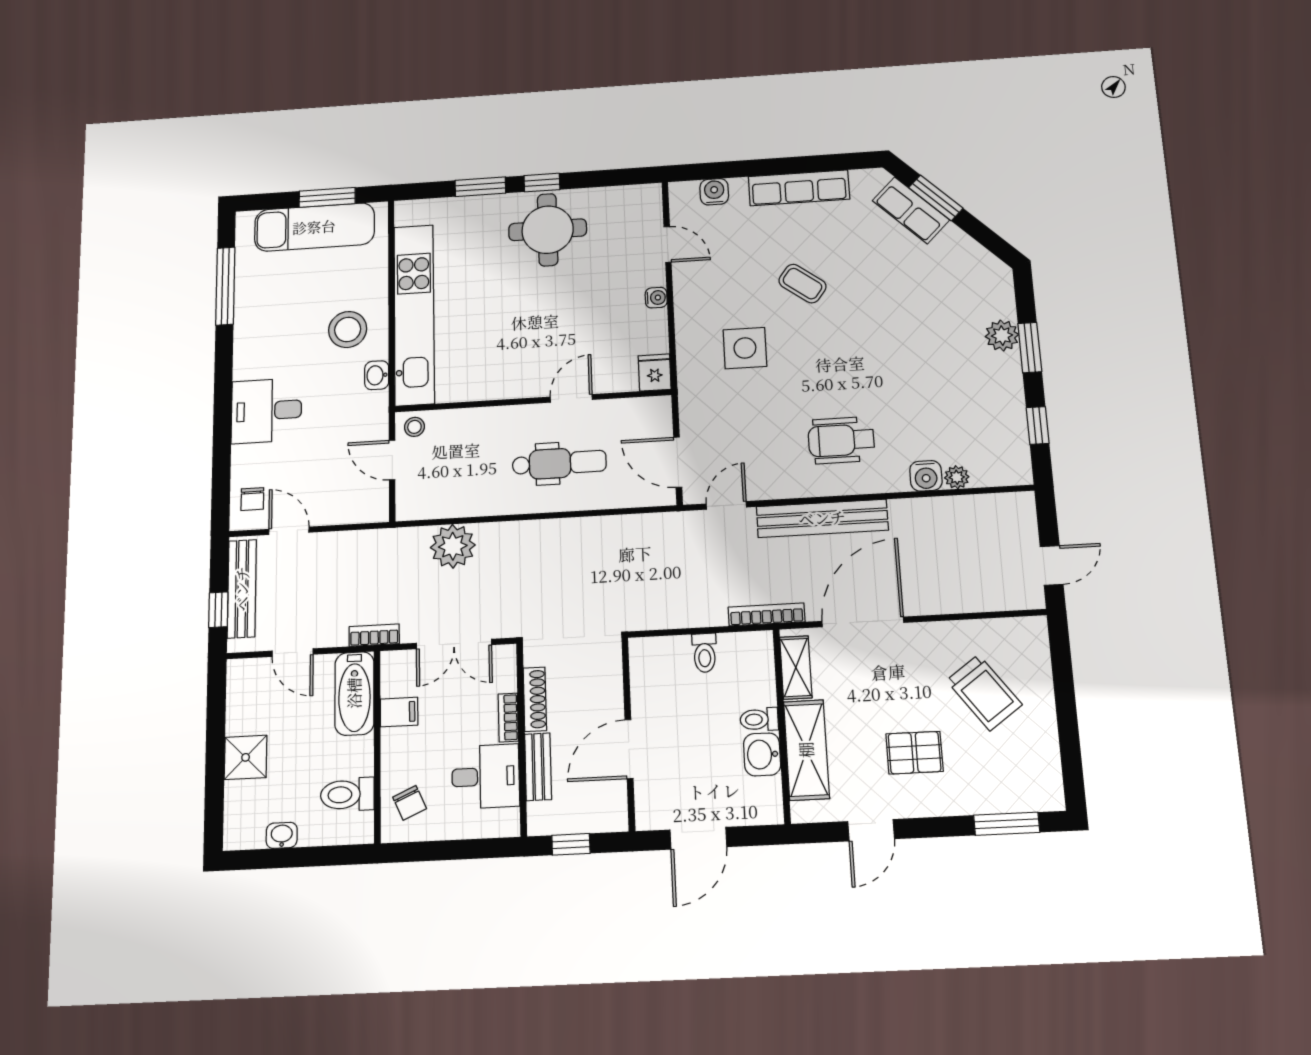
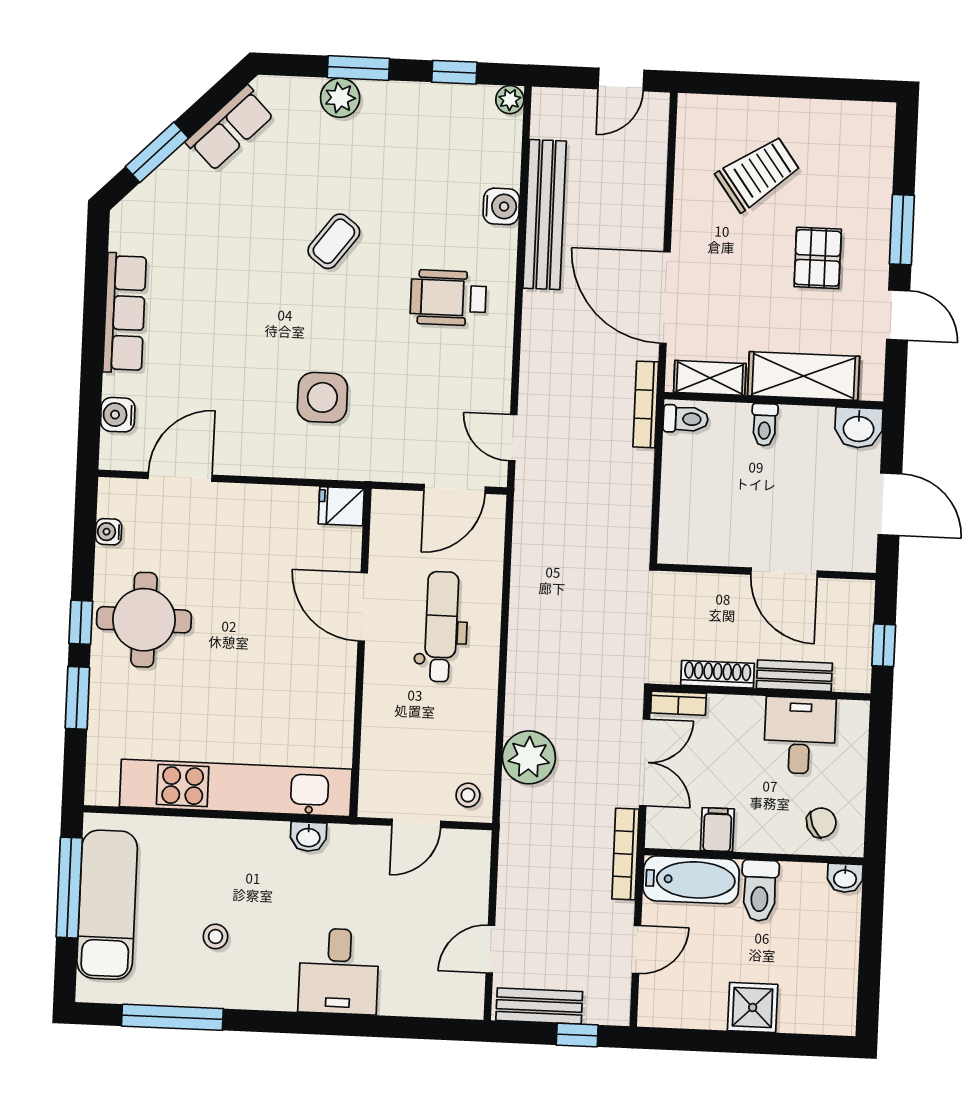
window: (327, 197) -> (69, 888), width x1.44
row of seats: (911, 210) -> (230, 128), moved
door: (668, 245) -> (180, 477), width x1.38
coffee table: (802, 284) -> (334, 241), moved
water cooler: (656, 298) -> (109, 532), moved, turned -90
stool: (348, 330) -> (215, 936), moved, width x0.53, depth x0.53
door: (571, 398) -> (363, 607), width x1.38
stool: (414, 427) -> (468, 795), moved
wheelchair: (841, 440) -> (448, 298), turned 90
plant: (957, 477) -> (510, 100), moved
chair: (252, 499) -> (447, 991), removed
bench: (822, 518) -> (545, 215), moved
door: (1052, 565) -> (621, 79), swing flipped
bench: (242, 589) -> (539, 1006), width x0.73
bookcase: (374, 635) -> (625, 854), width x1.56
toilet: (704, 653) -> (686, 419), moved
bookcase: (508, 717) -> (678, 703), moved
washbasin: (762, 754) -> (859, 428), moved
toilet: (347, 794) -> (760, 891), moved
window: (1007, 824) -> (902, 230), moved
washbasin: (282, 835) -> (845, 878), moved, turned -90

